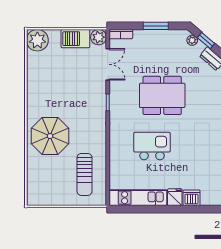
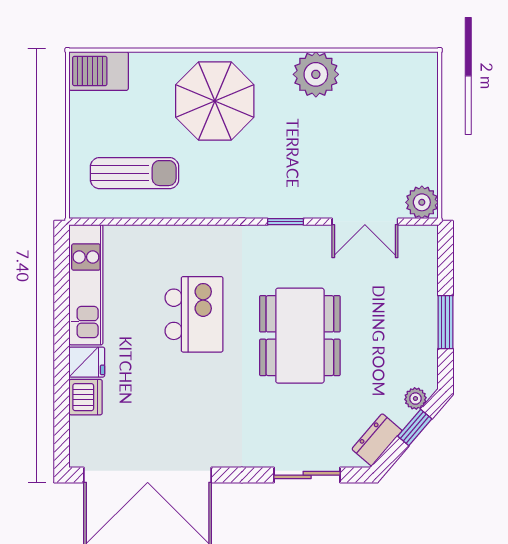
bookcase: (121, 34) -> (428, 249), removed
barbecue: (75, 39) -> (99, 71), moved, turned -90
plant: (37, 40) -> (316, 74), moved
sun lounger: (85, 174) -> (135, 173), turned 180

